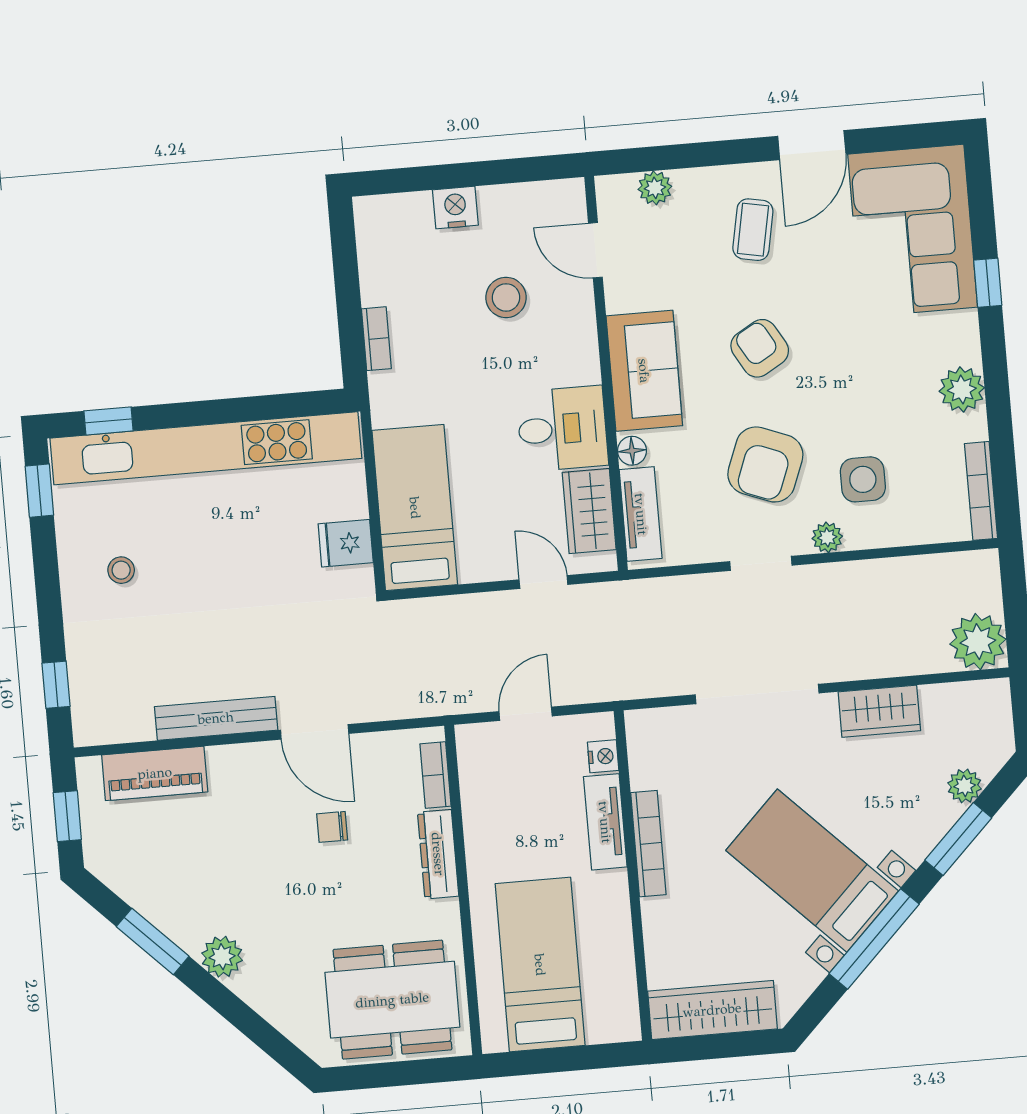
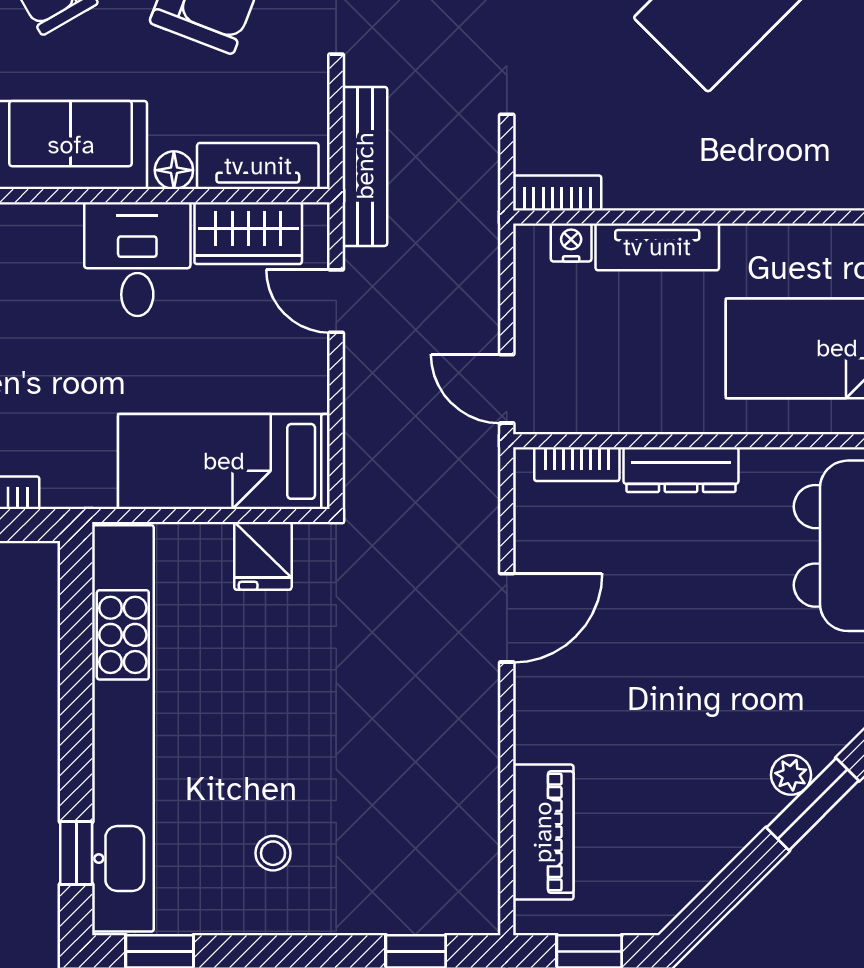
door: (543, 582) -> (336, 301), hinge flipped
door: (526, 714) -> (507, 389), moved
bench: (216, 718) -> (365, 166), moved
chair: (332, 827) -> (633, 605), removed
bookcase: (648, 844) -> (557, 193), moved, width x0.64
window: (153, 941) -> (813, 804), moved
plant: (222, 957) -> (791, 775), width x0.73, depth x0.73

